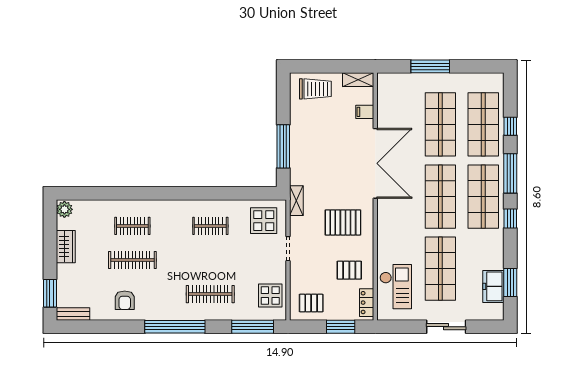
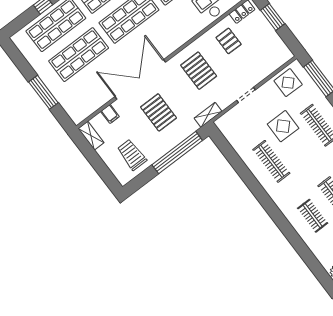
trolley: (315, 89) -> (132, 155), moved
window: (283, 146) -> (177, 153), width x1.46
display table: (264, 221) -> (283, 126), moved
clothes rail: (210, 226) -> (271, 161), width x1.36
pallet: (311, 303) -> (159, 112), moved, width x1.50, depth x1.42

